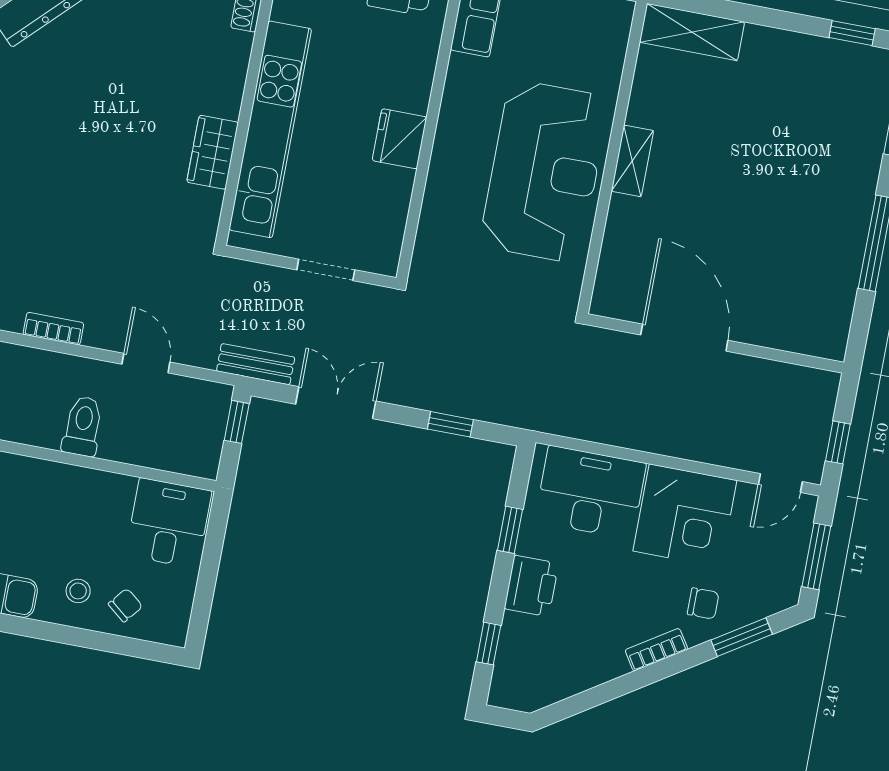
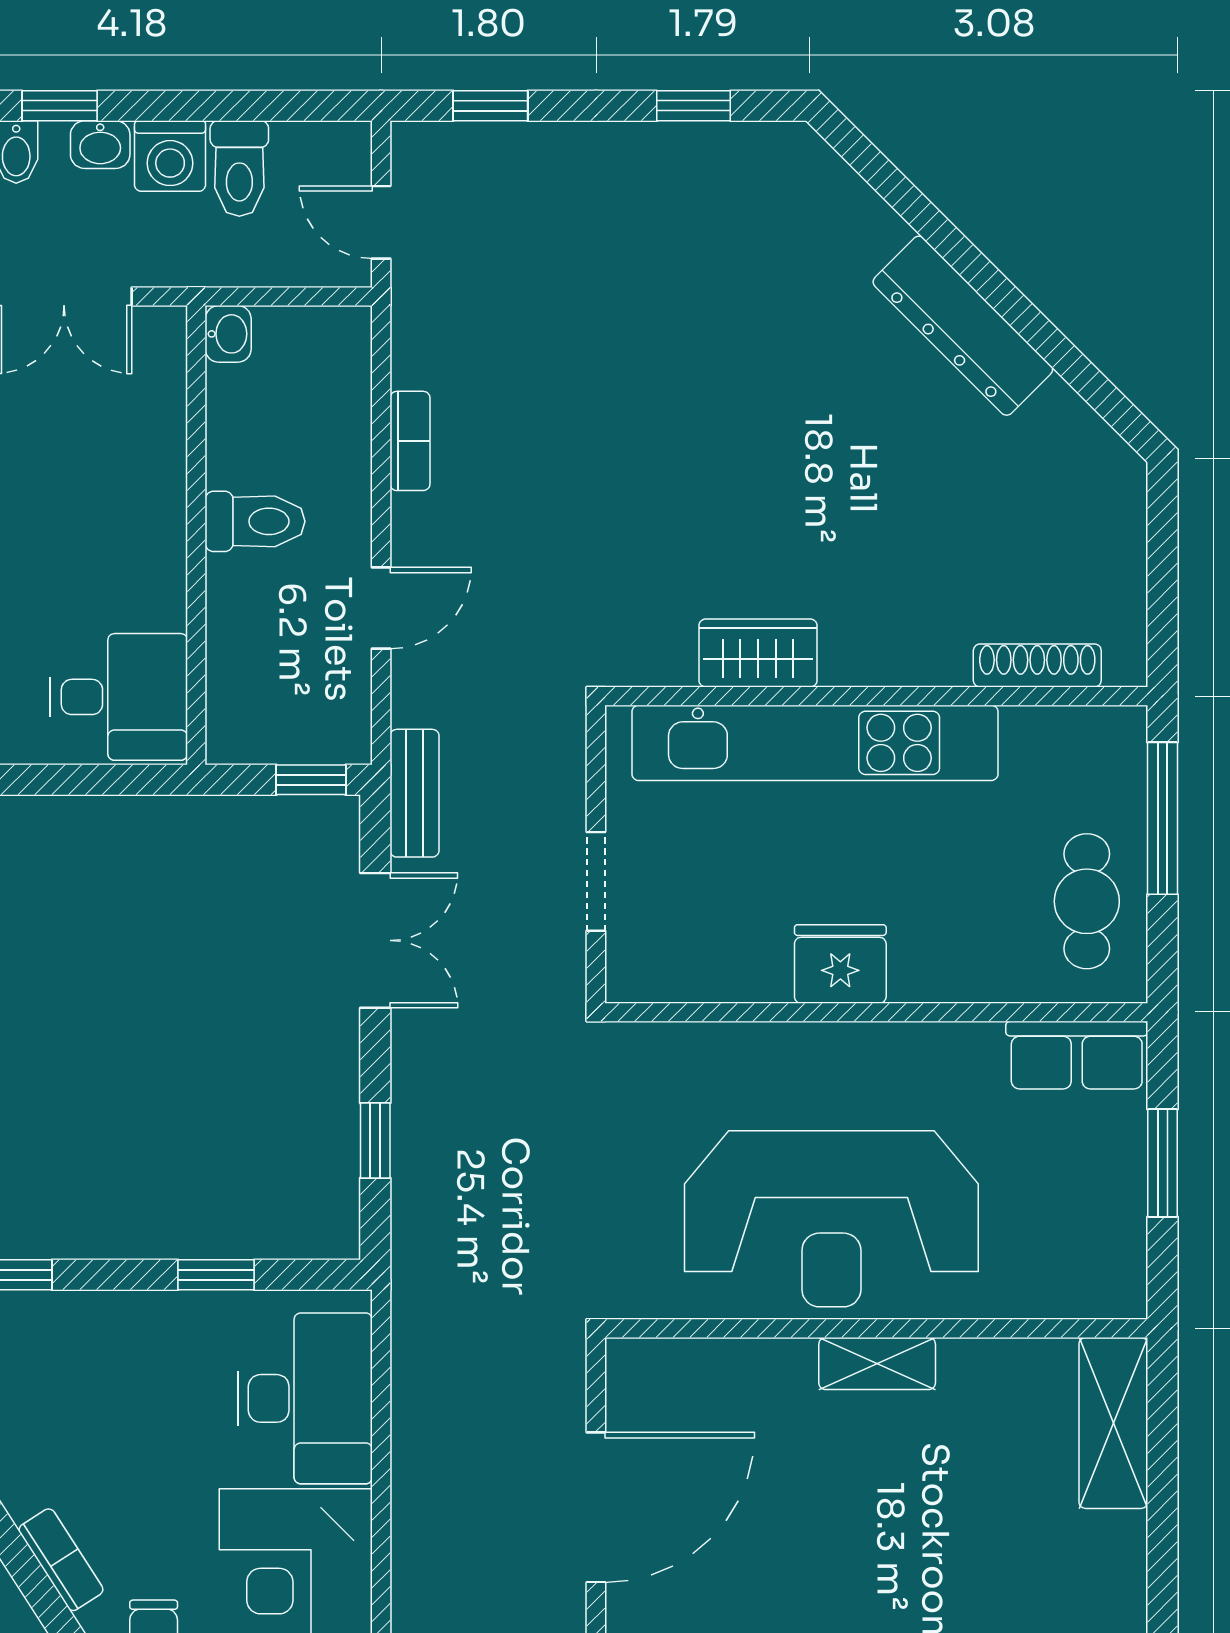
printer: (531, 586) -> (128, 1329), removed

